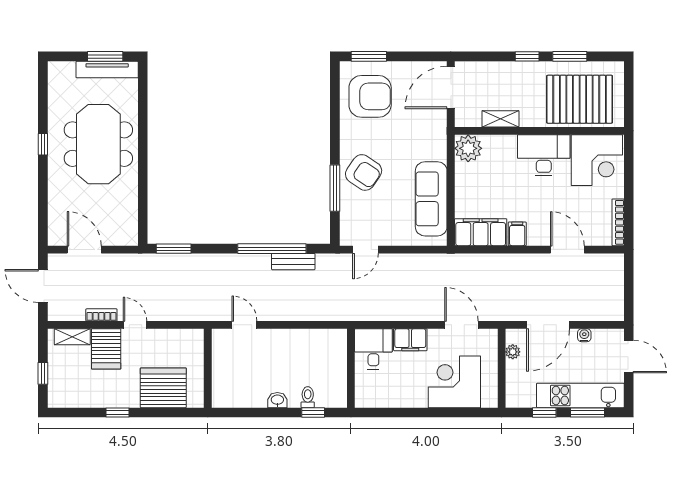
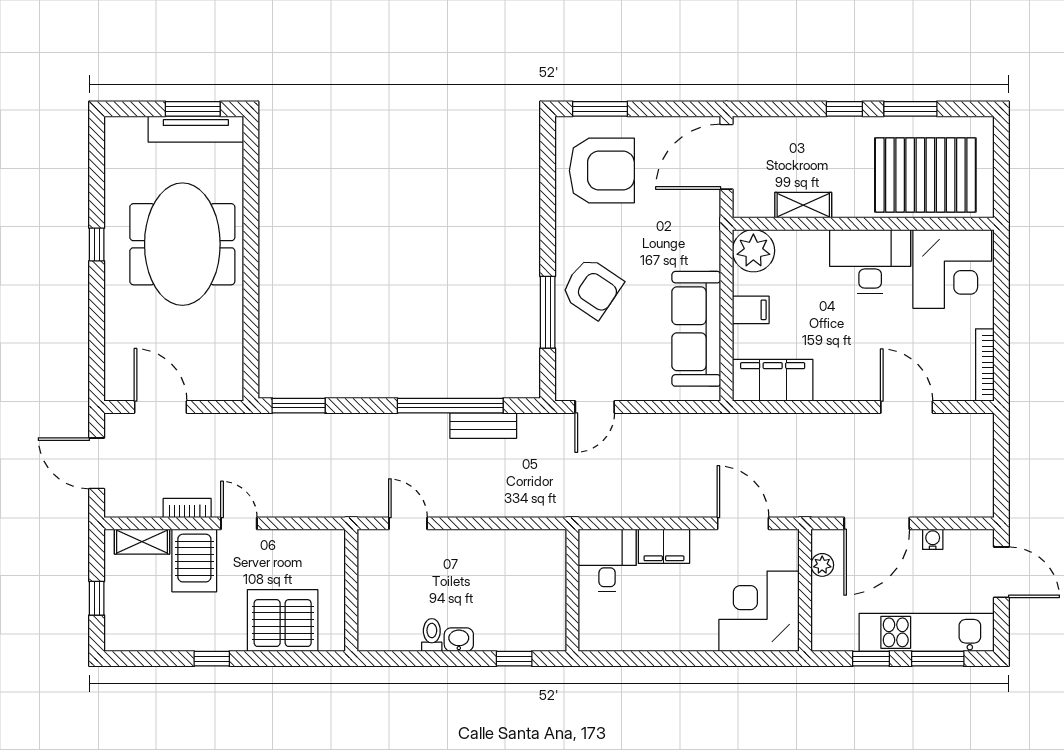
filing cabinet: (517, 234) -> (751, 310), moved, turned 90
corner desk: (454, 382) -> (759, 611), moved
toilet: (308, 397) -> (432, 635), moved

